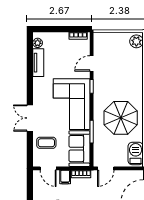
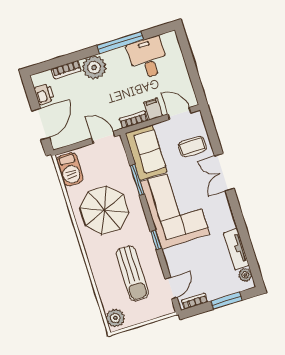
window: (56, 29) -> (226, 301), added
door: (92, 63) -> (171, 288), moved
sun lounger: (115, 68) -> (132, 273), added
double door: (30, 118) -> (224, 172), swing flipped
door: (106, 168) -> (103, 137), hinge flipped

